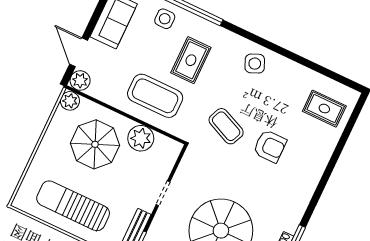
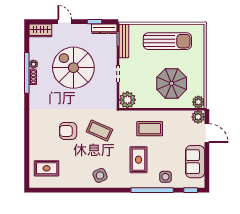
coffee table: (155, 96) -> (150, 129), width x0.73, depth x0.76
plant: (141, 138) -> (127, 100), moved

